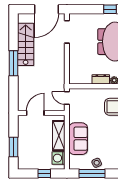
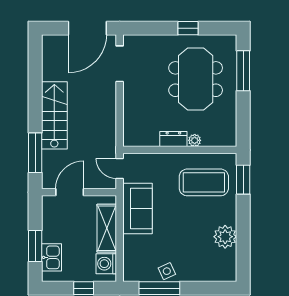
stairs: (26, 44) -> (54, 115), moved
window: (13, 63) -> (35, 153), moved
sofa: (78, 139) -> (138, 208), moved
kitchen sink: (24, 154) -> (52, 257), added

